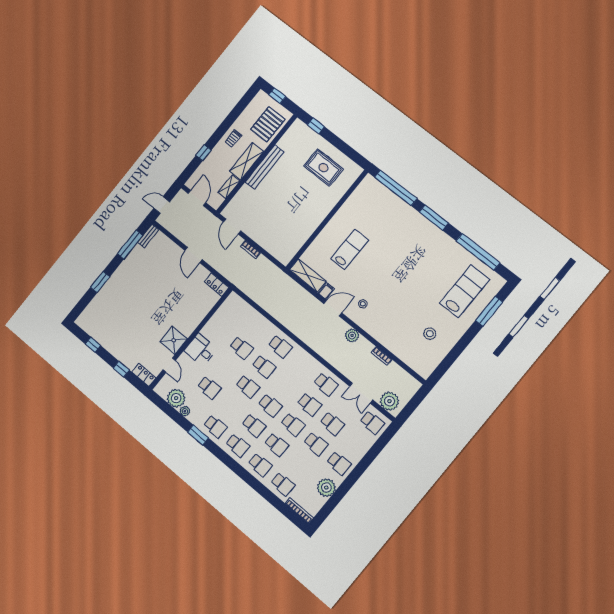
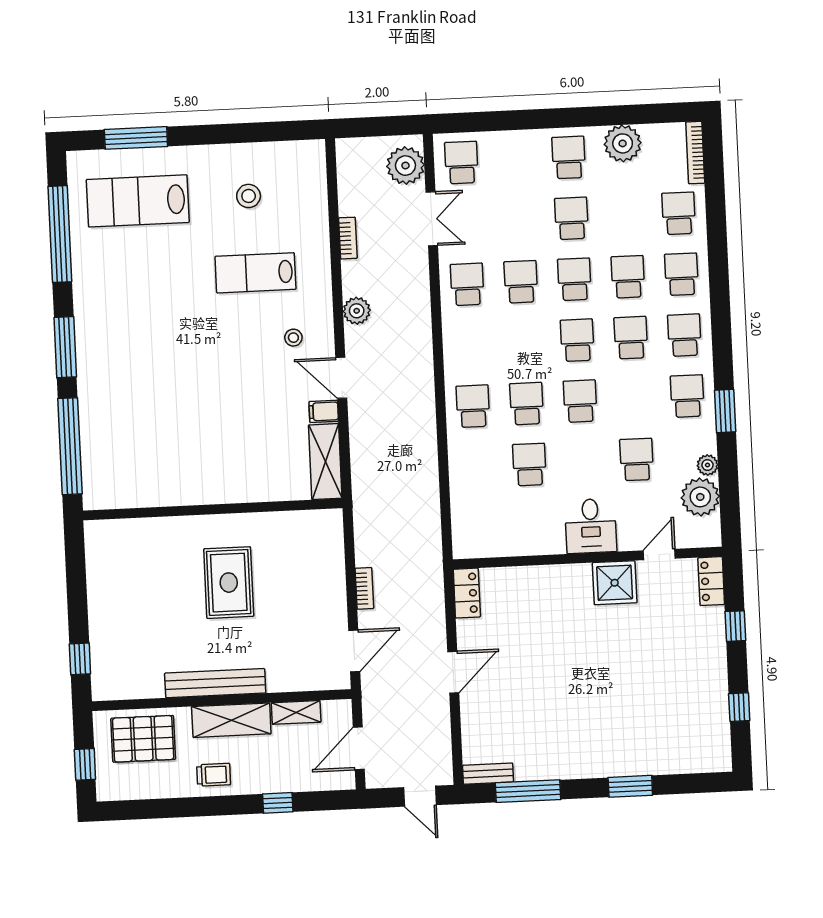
rug: (323, 168) -> (229, 583), moved
lab bench: (350, 249) -> (255, 273), moved
school desk: (332, 424) -> (518, 221), removed

